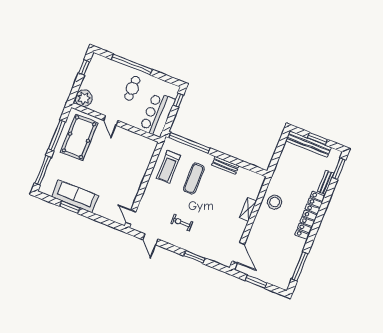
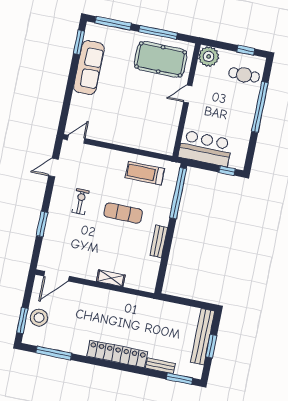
cafe table: (132, 88) -> (244, 75), moved
exercise mat: (194, 179) -> (123, 213), moved
stool: (275, 202) -> (39, 318), moved
window: (70, 207) -> (79, 42), moved
window: (256, 282) -> (22, 321), moved

